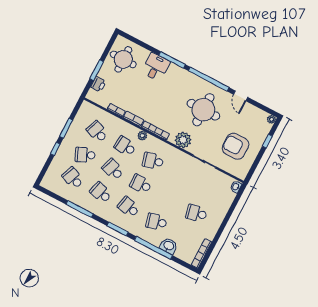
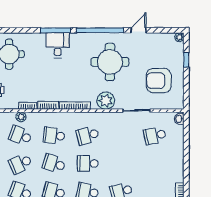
desk: (156, 67) -> (58, 45), moved
door: (241, 96) -> (138, 30), swing flipped
plant: (142, 136) -> (21, 117), moved
school desk: (196, 213) -> (155, 136), moved

